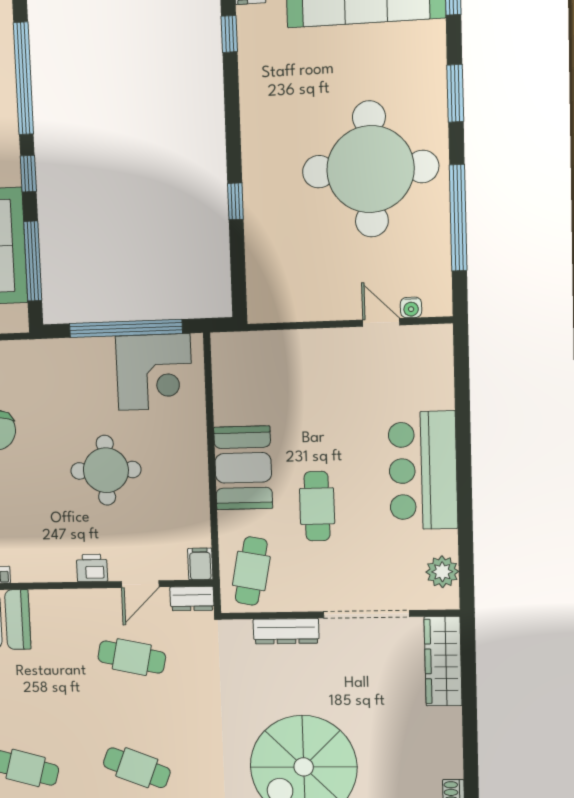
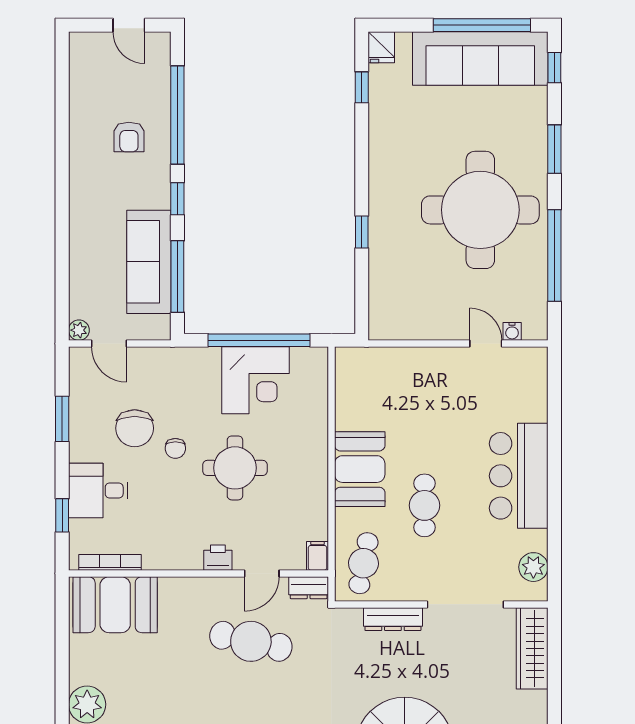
corner desk: (154, 372) -> (255, 380), moved
chair: (40, 451) -> (175, 448), added
cafe table: (132, 657) -> (251, 641), width x1.37, depth x1.35

